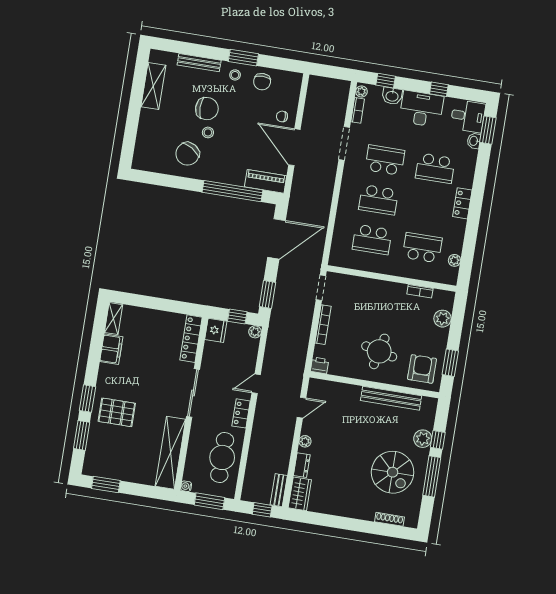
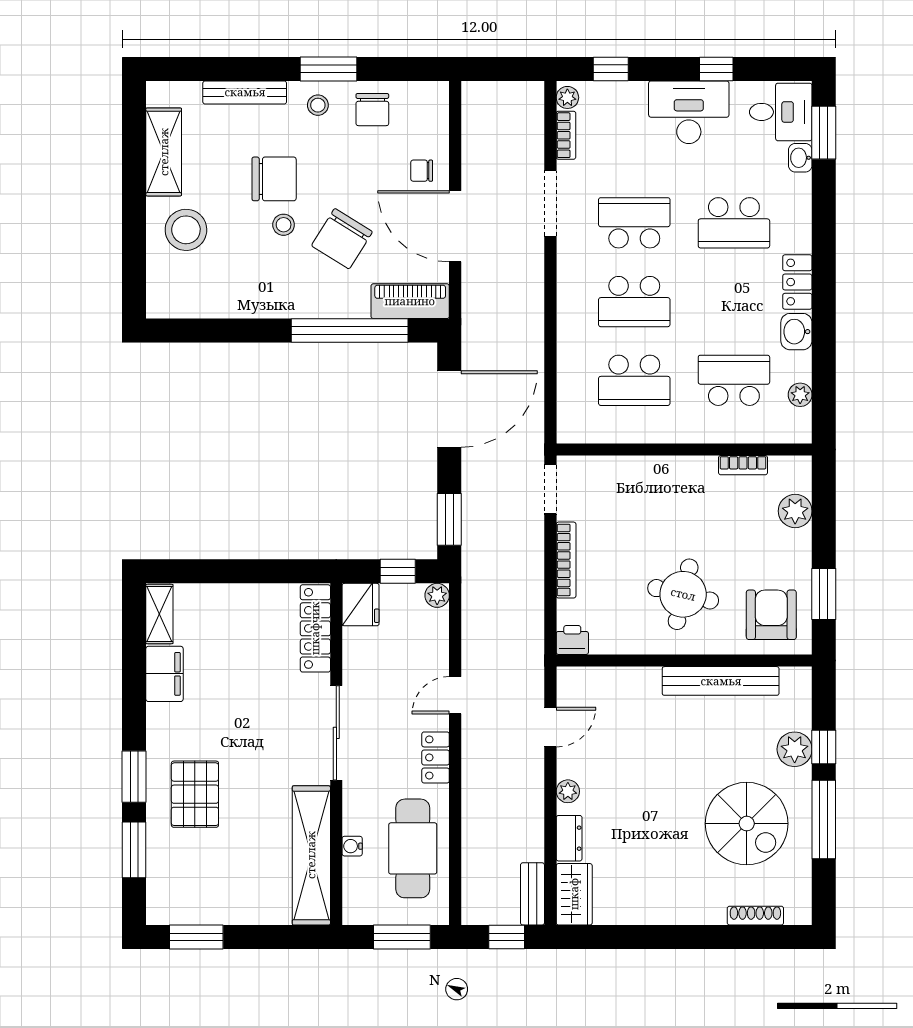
washbasin: (392, 96) -> (796, 332), moved, turned 90
stool: (158, 127) -> (186, 230), added
chair: (187, 154) -> (342, 239), moved
pallet: (117, 412) -> (195, 794), turned 90
water cooler: (186, 486) -> (352, 846), moved

